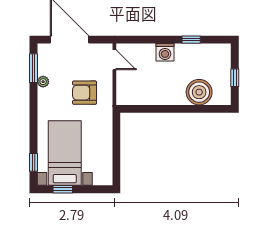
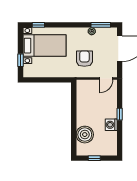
window: (191, 40) -> (120, 114), moved
washing machine: (165, 52) -> (111, 125), moved
window: (63, 189) -> (21, 60), moved

